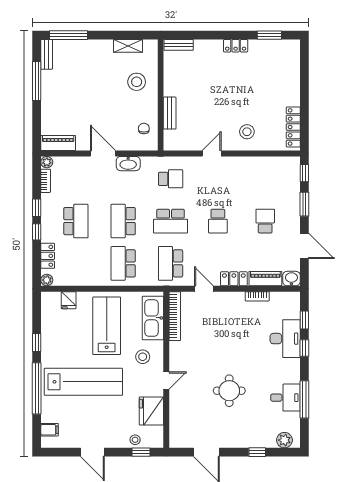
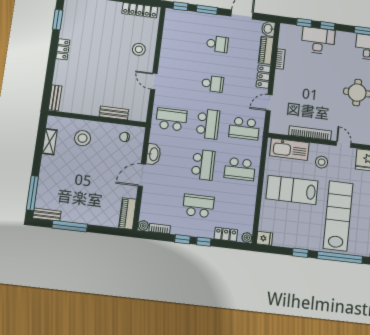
school desk: (171, 179) -> (171, 119), width x1.85
school desk: (123, 221) -> (203, 165), turned -90
school desk: (265, 221) -> (217, 44), turned 180
fridge: (69, 300) -> (265, 238), moved
bookcase: (175, 316) -> (310, 133), moved

